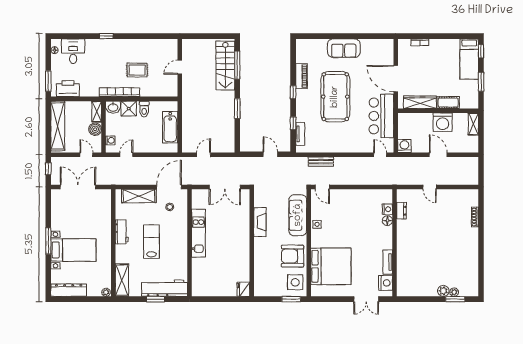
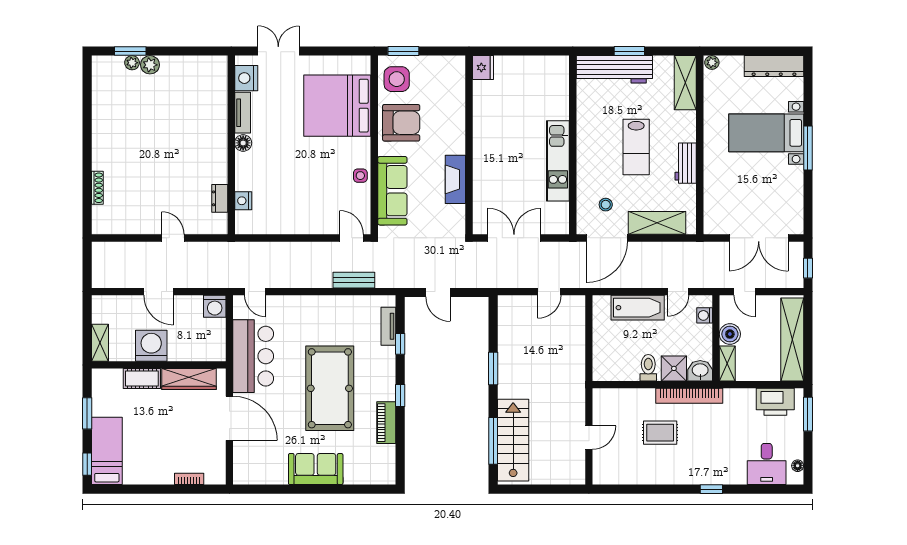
bathtub: (170, 127) -> (638, 308), moved, turned 90
floor lamp: (387, 221) -> (243, 143), moved

